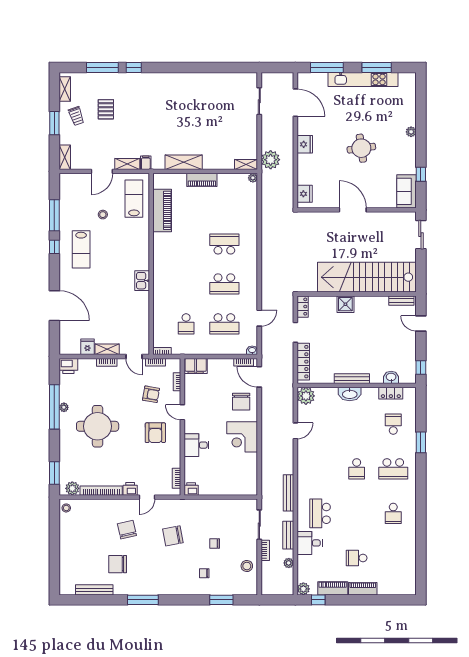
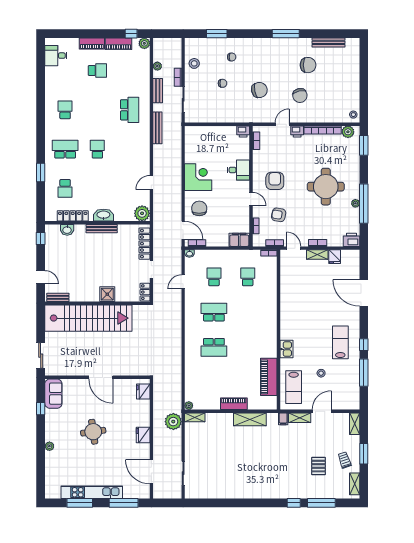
kitchen sink: (142, 281) -> (286, 349), moved
school desk: (224, 324) -> (214, 277), width x0.54
locker: (391, 393) -> (73, 216), width x1.53
desk: (310, 543) -> (56, 56), moved, turned 180

